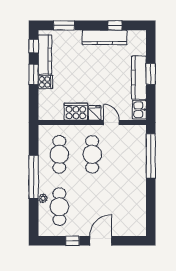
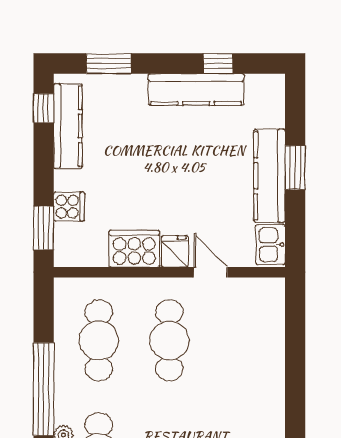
window: (34, 74) -> (44, 228), moved
cooker: (45, 82) -> (69, 207), moved
window: (151, 156) -> (295, 344), removed

